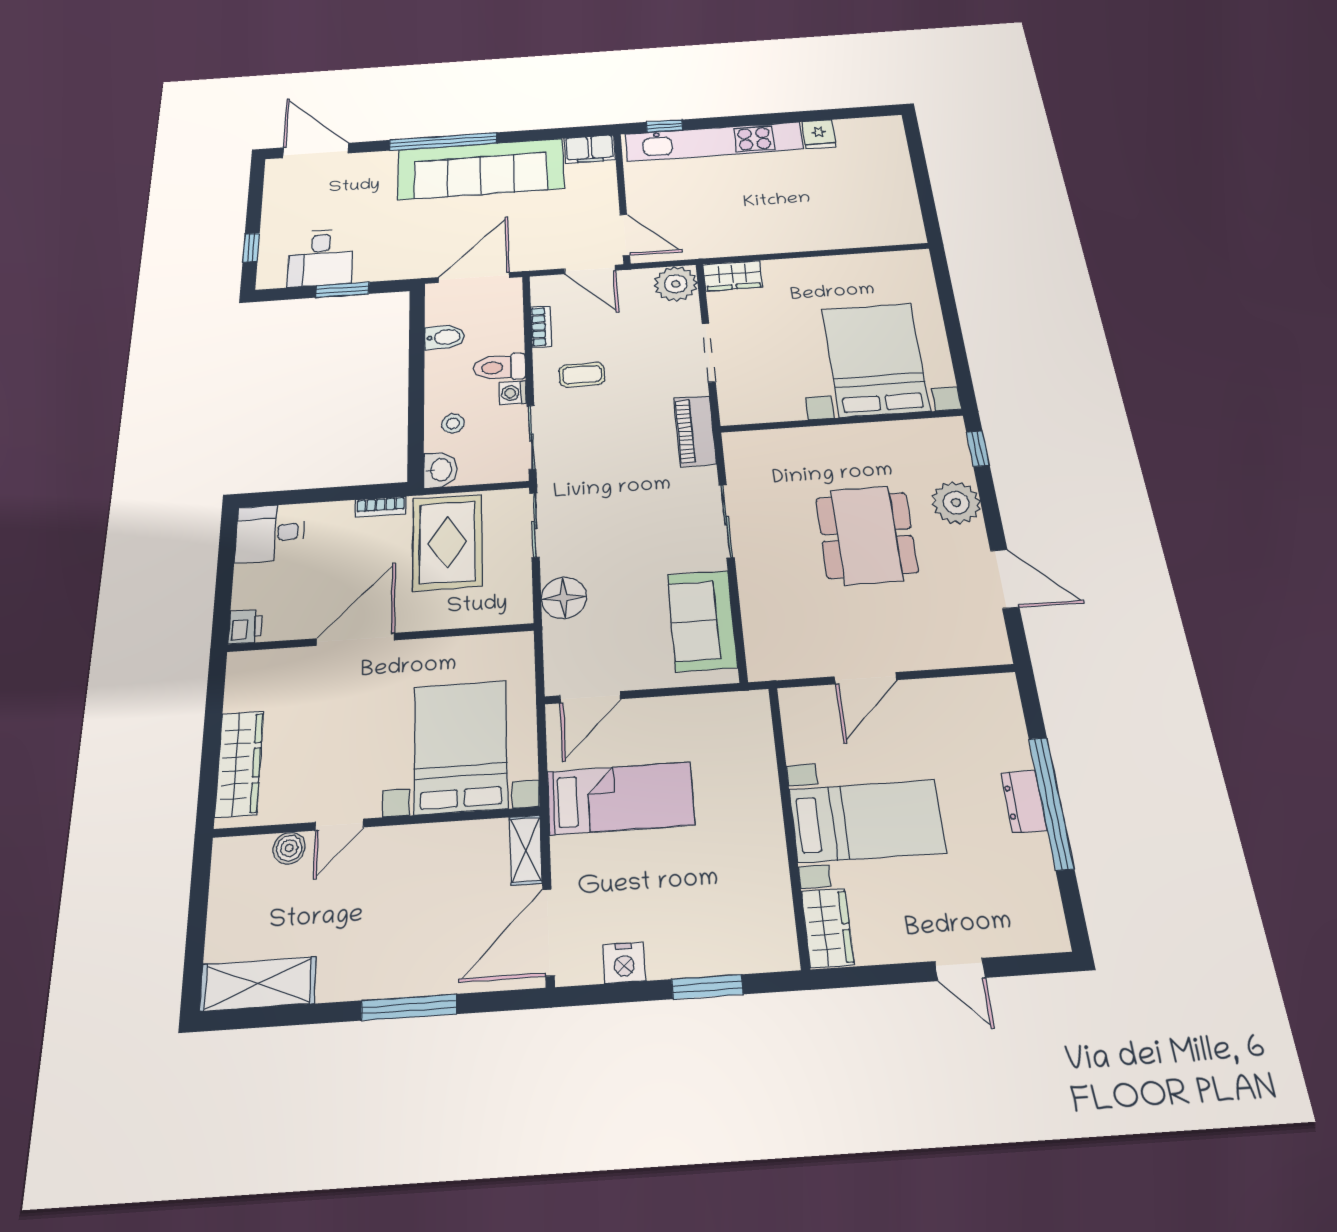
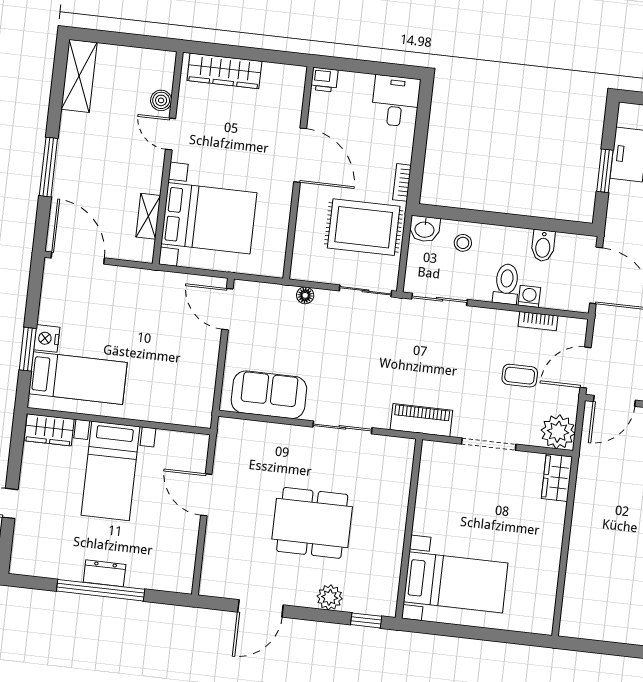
bed with nightstands: (875, 359) -> (456, 582), width x0.73
coffee table: (582, 375) -> (520, 376), moved, turned 90
washing machine: (513, 393) -> (529, 296), moved
plant: (956, 503) -> (330, 597), width x0.73, depth x0.73
floor lamp: (564, 598) -> (305, 295), width x0.53, depth x0.53
bed: (620, 798) -> (78, 378), moved, turned -90
shelving: (526, 850) -> (148, 216), moved, turned 90
nightstand: (624, 963) -> (47, 338), moved

